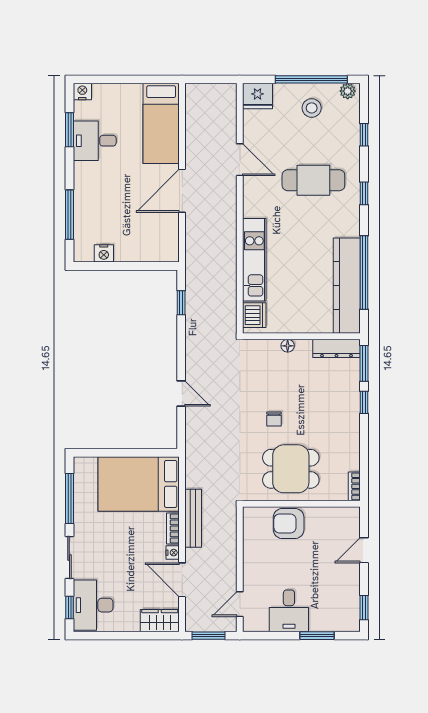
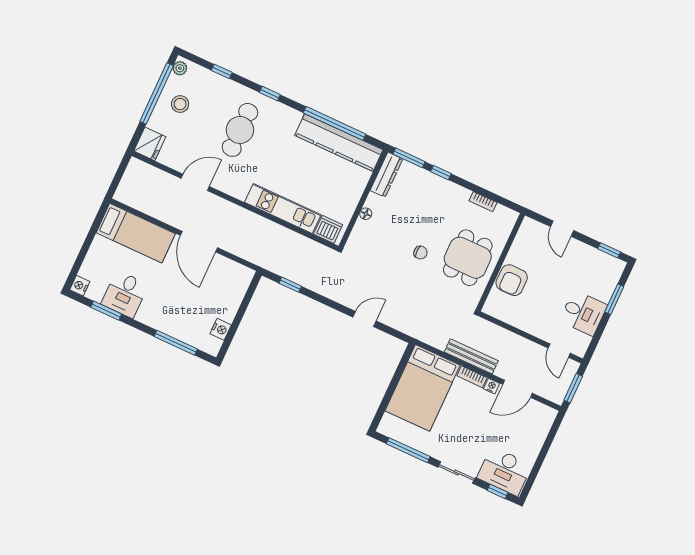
bookcase: (354, 486) -> (483, 202), moved
wardrobe: (160, 621) -> (542, 422), removed

